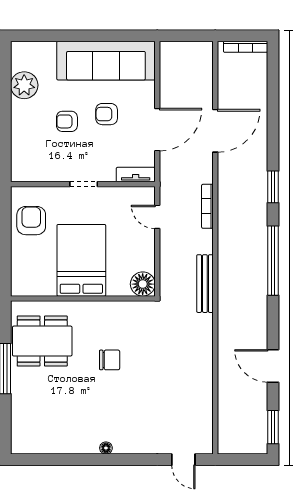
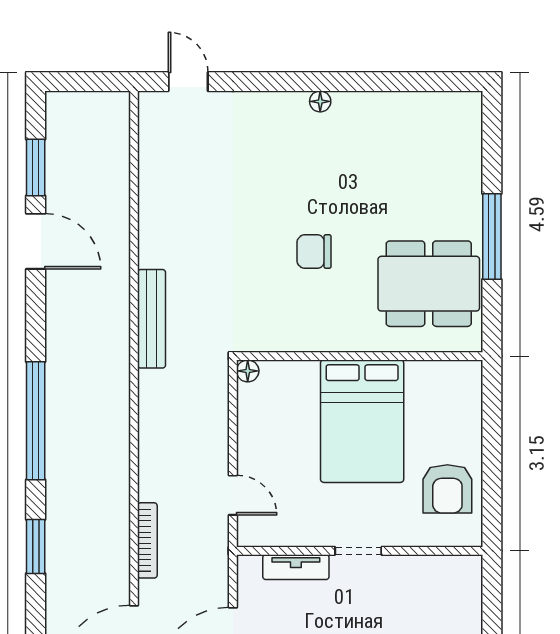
tv unit: (136, 175) -> (296, 567), moved
bookcase: (207, 206) -> (147, 540), moved
floor lamp: (143, 284) -> (248, 371), width x0.53, depth x0.53
bench: (205, 284) -> (152, 319), moved
window: (273, 427) -> (36, 167), moved

